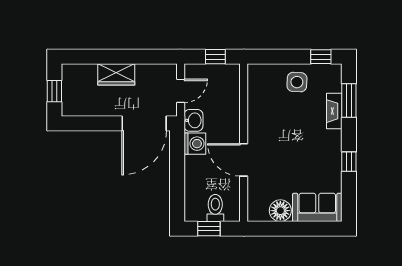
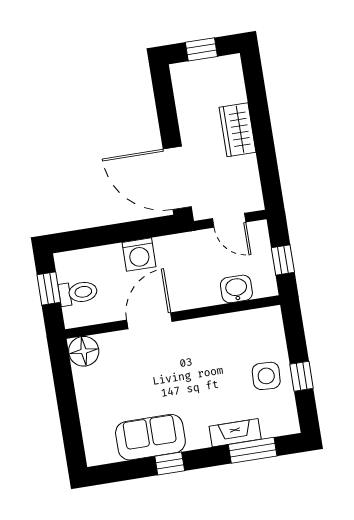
window: (321, 57) -> (302, 376), moved
washbasin: (193, 120) -> (236, 289), moved, turned 180
washing machine: (195, 144) -> (139, 255), moved
sofa: (317, 207) -> (150, 437), moved, turned -90
floor lamp: (280, 211) -> (84, 351), moved

